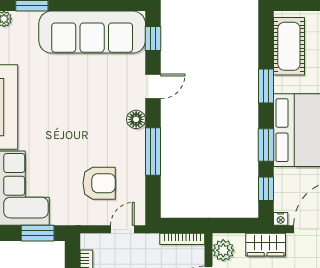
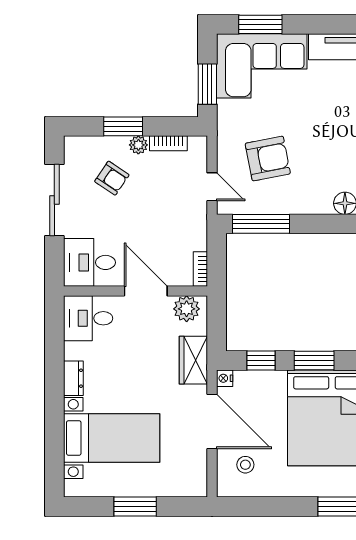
window: (153, 152) -> (261, 224), moved
armchair: (99, 183) -> (268, 159), turned -101
bookcase: (182, 239) -> (200, 269), width x0.64

